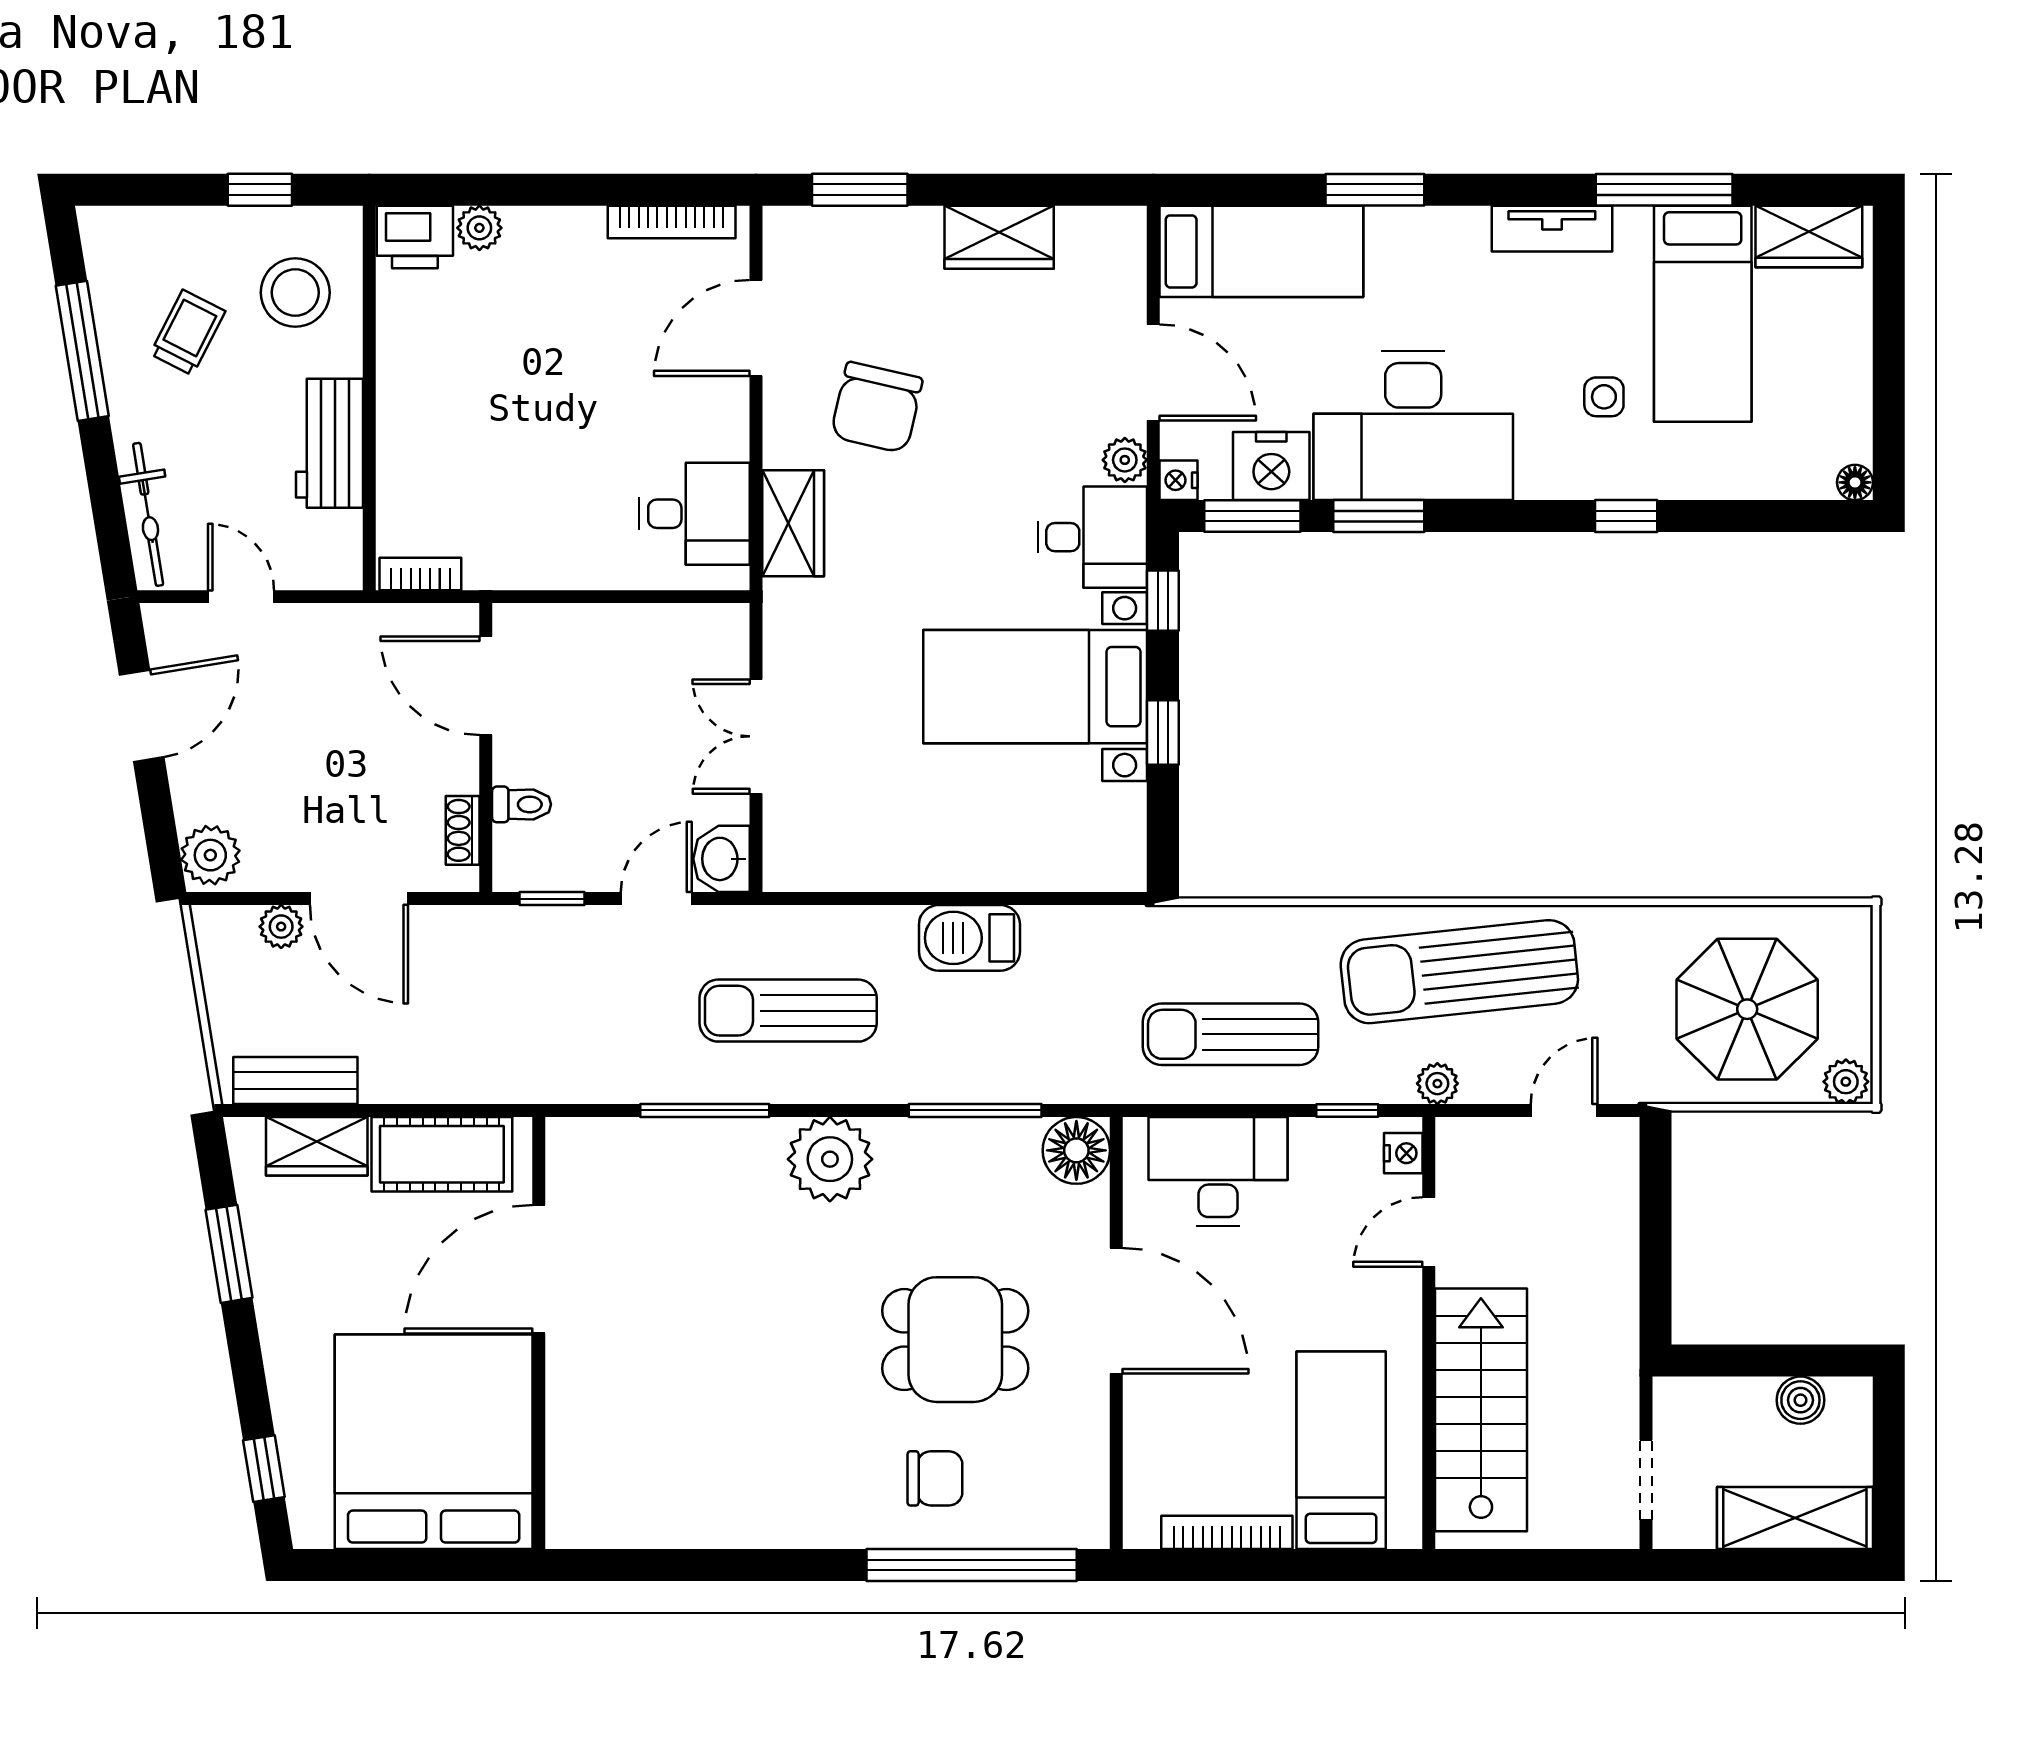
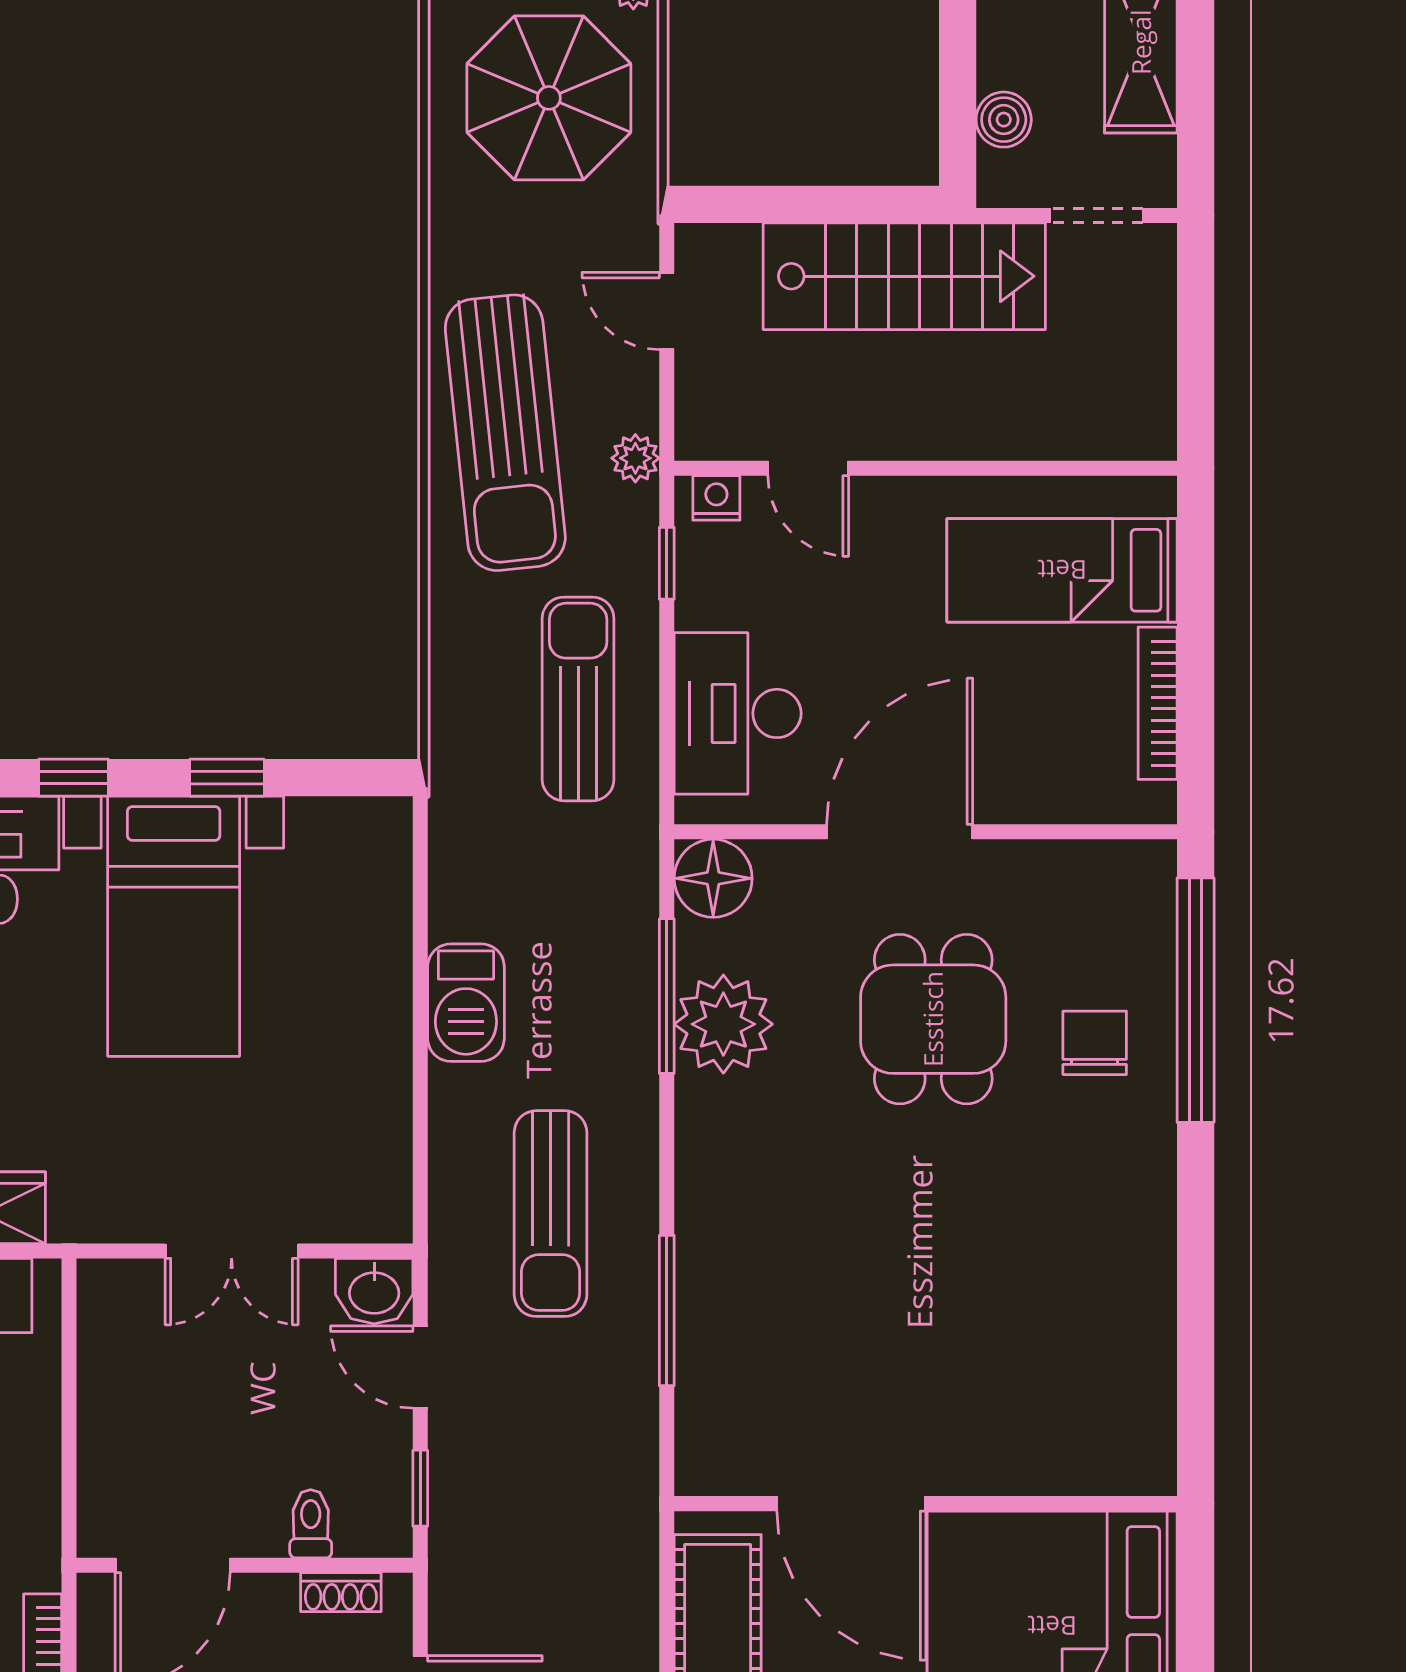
sun lounger: (1231, 1034) -> (578, 699), turned 180
plant: (830, 1159) -> (723, 1024), moved
boiler: (1800, 1400) -> (1004, 120), moved
stairs: (1481, 1410) -> (904, 276), moved, turned 180

